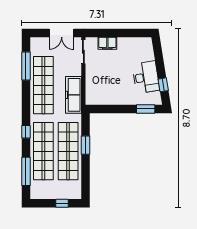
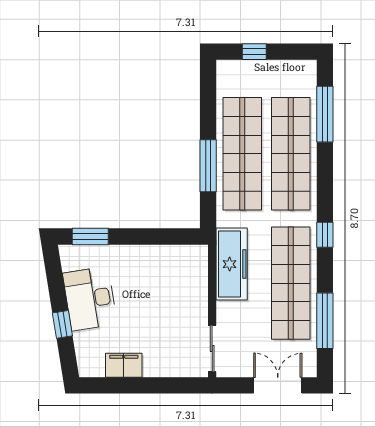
double door: (62, 33) -> (278, 385), moved
filing cabinet: (107, 43) -> (124, 365), moved
window: (163, 85) -> (62, 324), moved
window: (26, 132) -> (325, 235), moved
window: (85, 145) -> (208, 166), width x1.44

